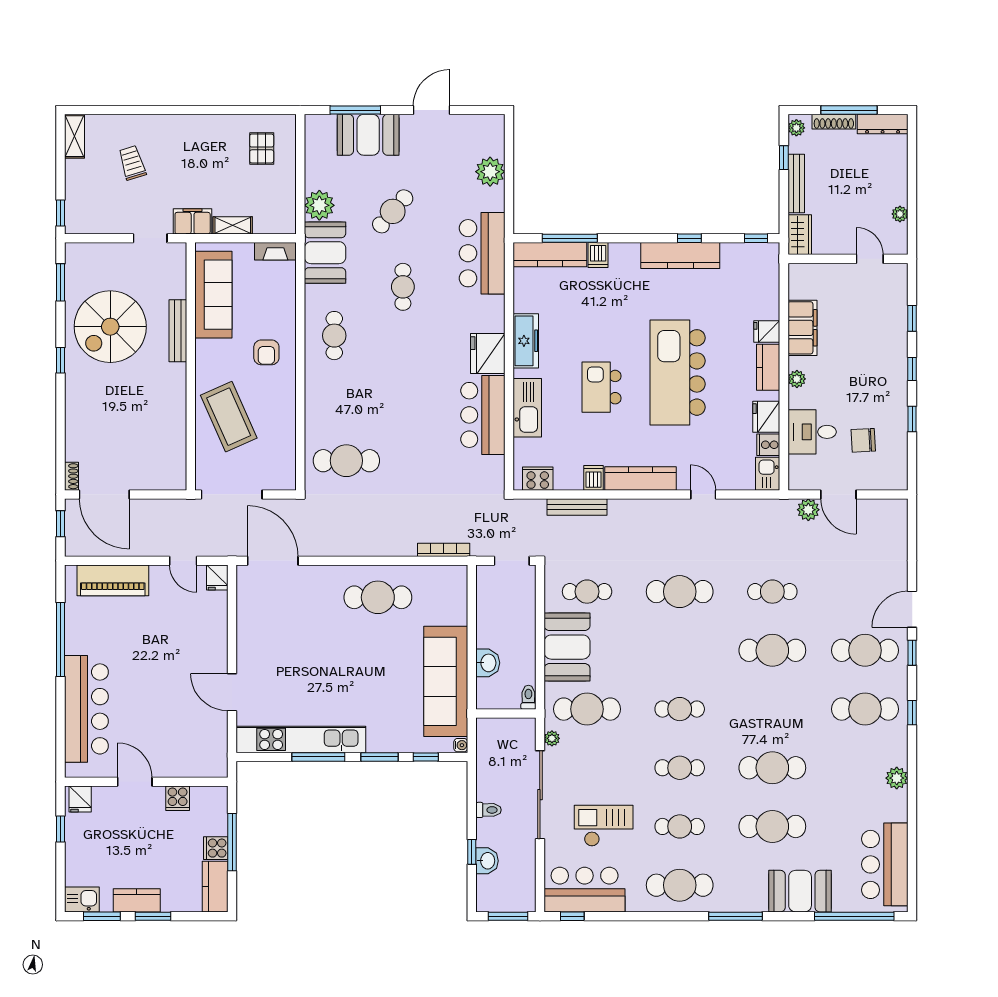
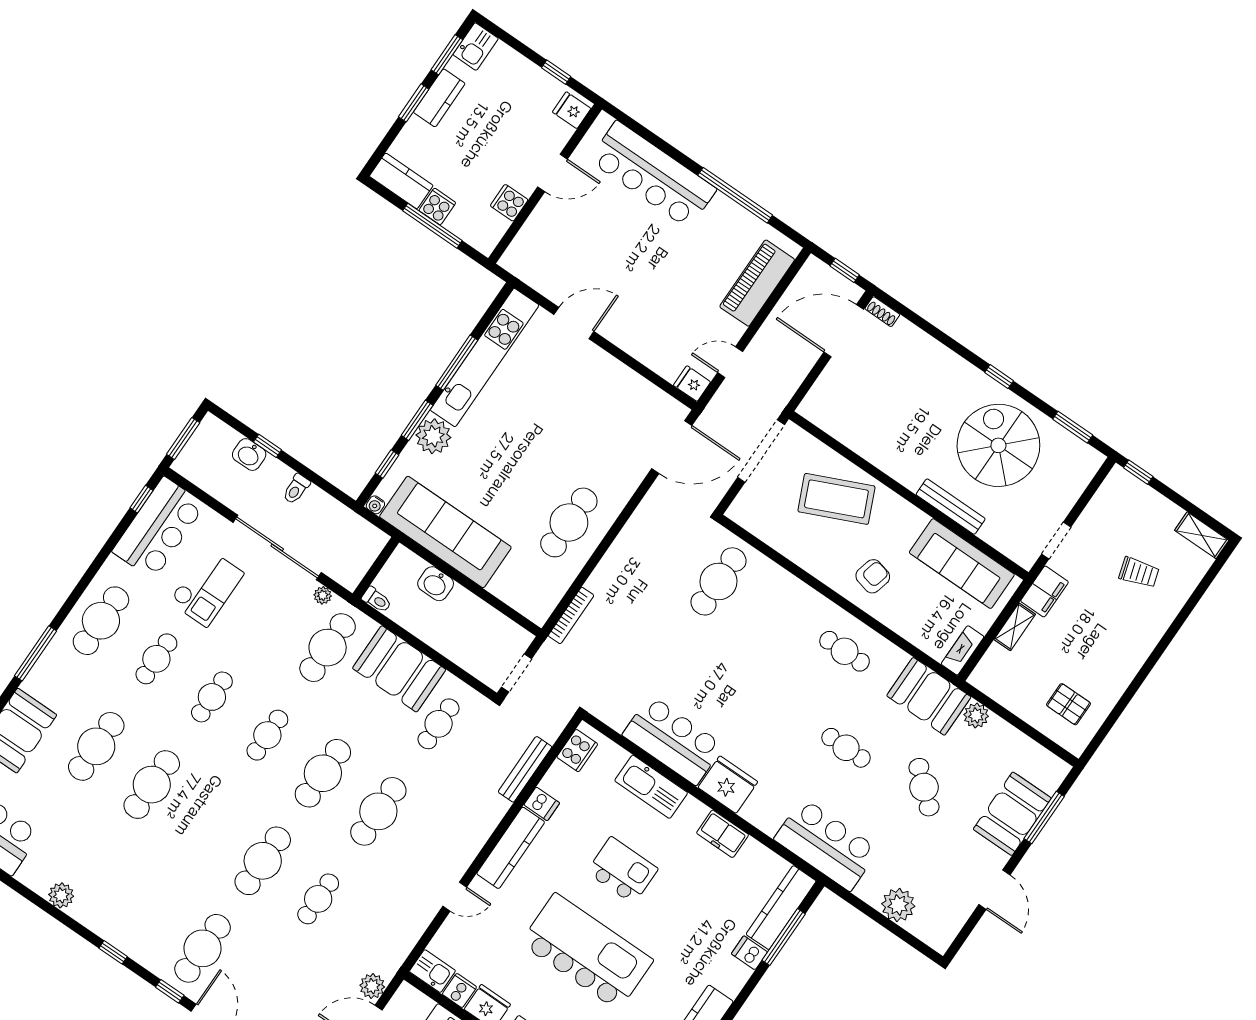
plant: (319, 205) -> (976, 715), width x0.73, depth x0.73
freezer: (526, 341) -> (723, 834), width x0.71
armchair: (266, 352) -> (873, 576), turned 104
cafe table: (865, 709) -> (323, 773), moved
plant: (383, 737) -> (433, 436), added

